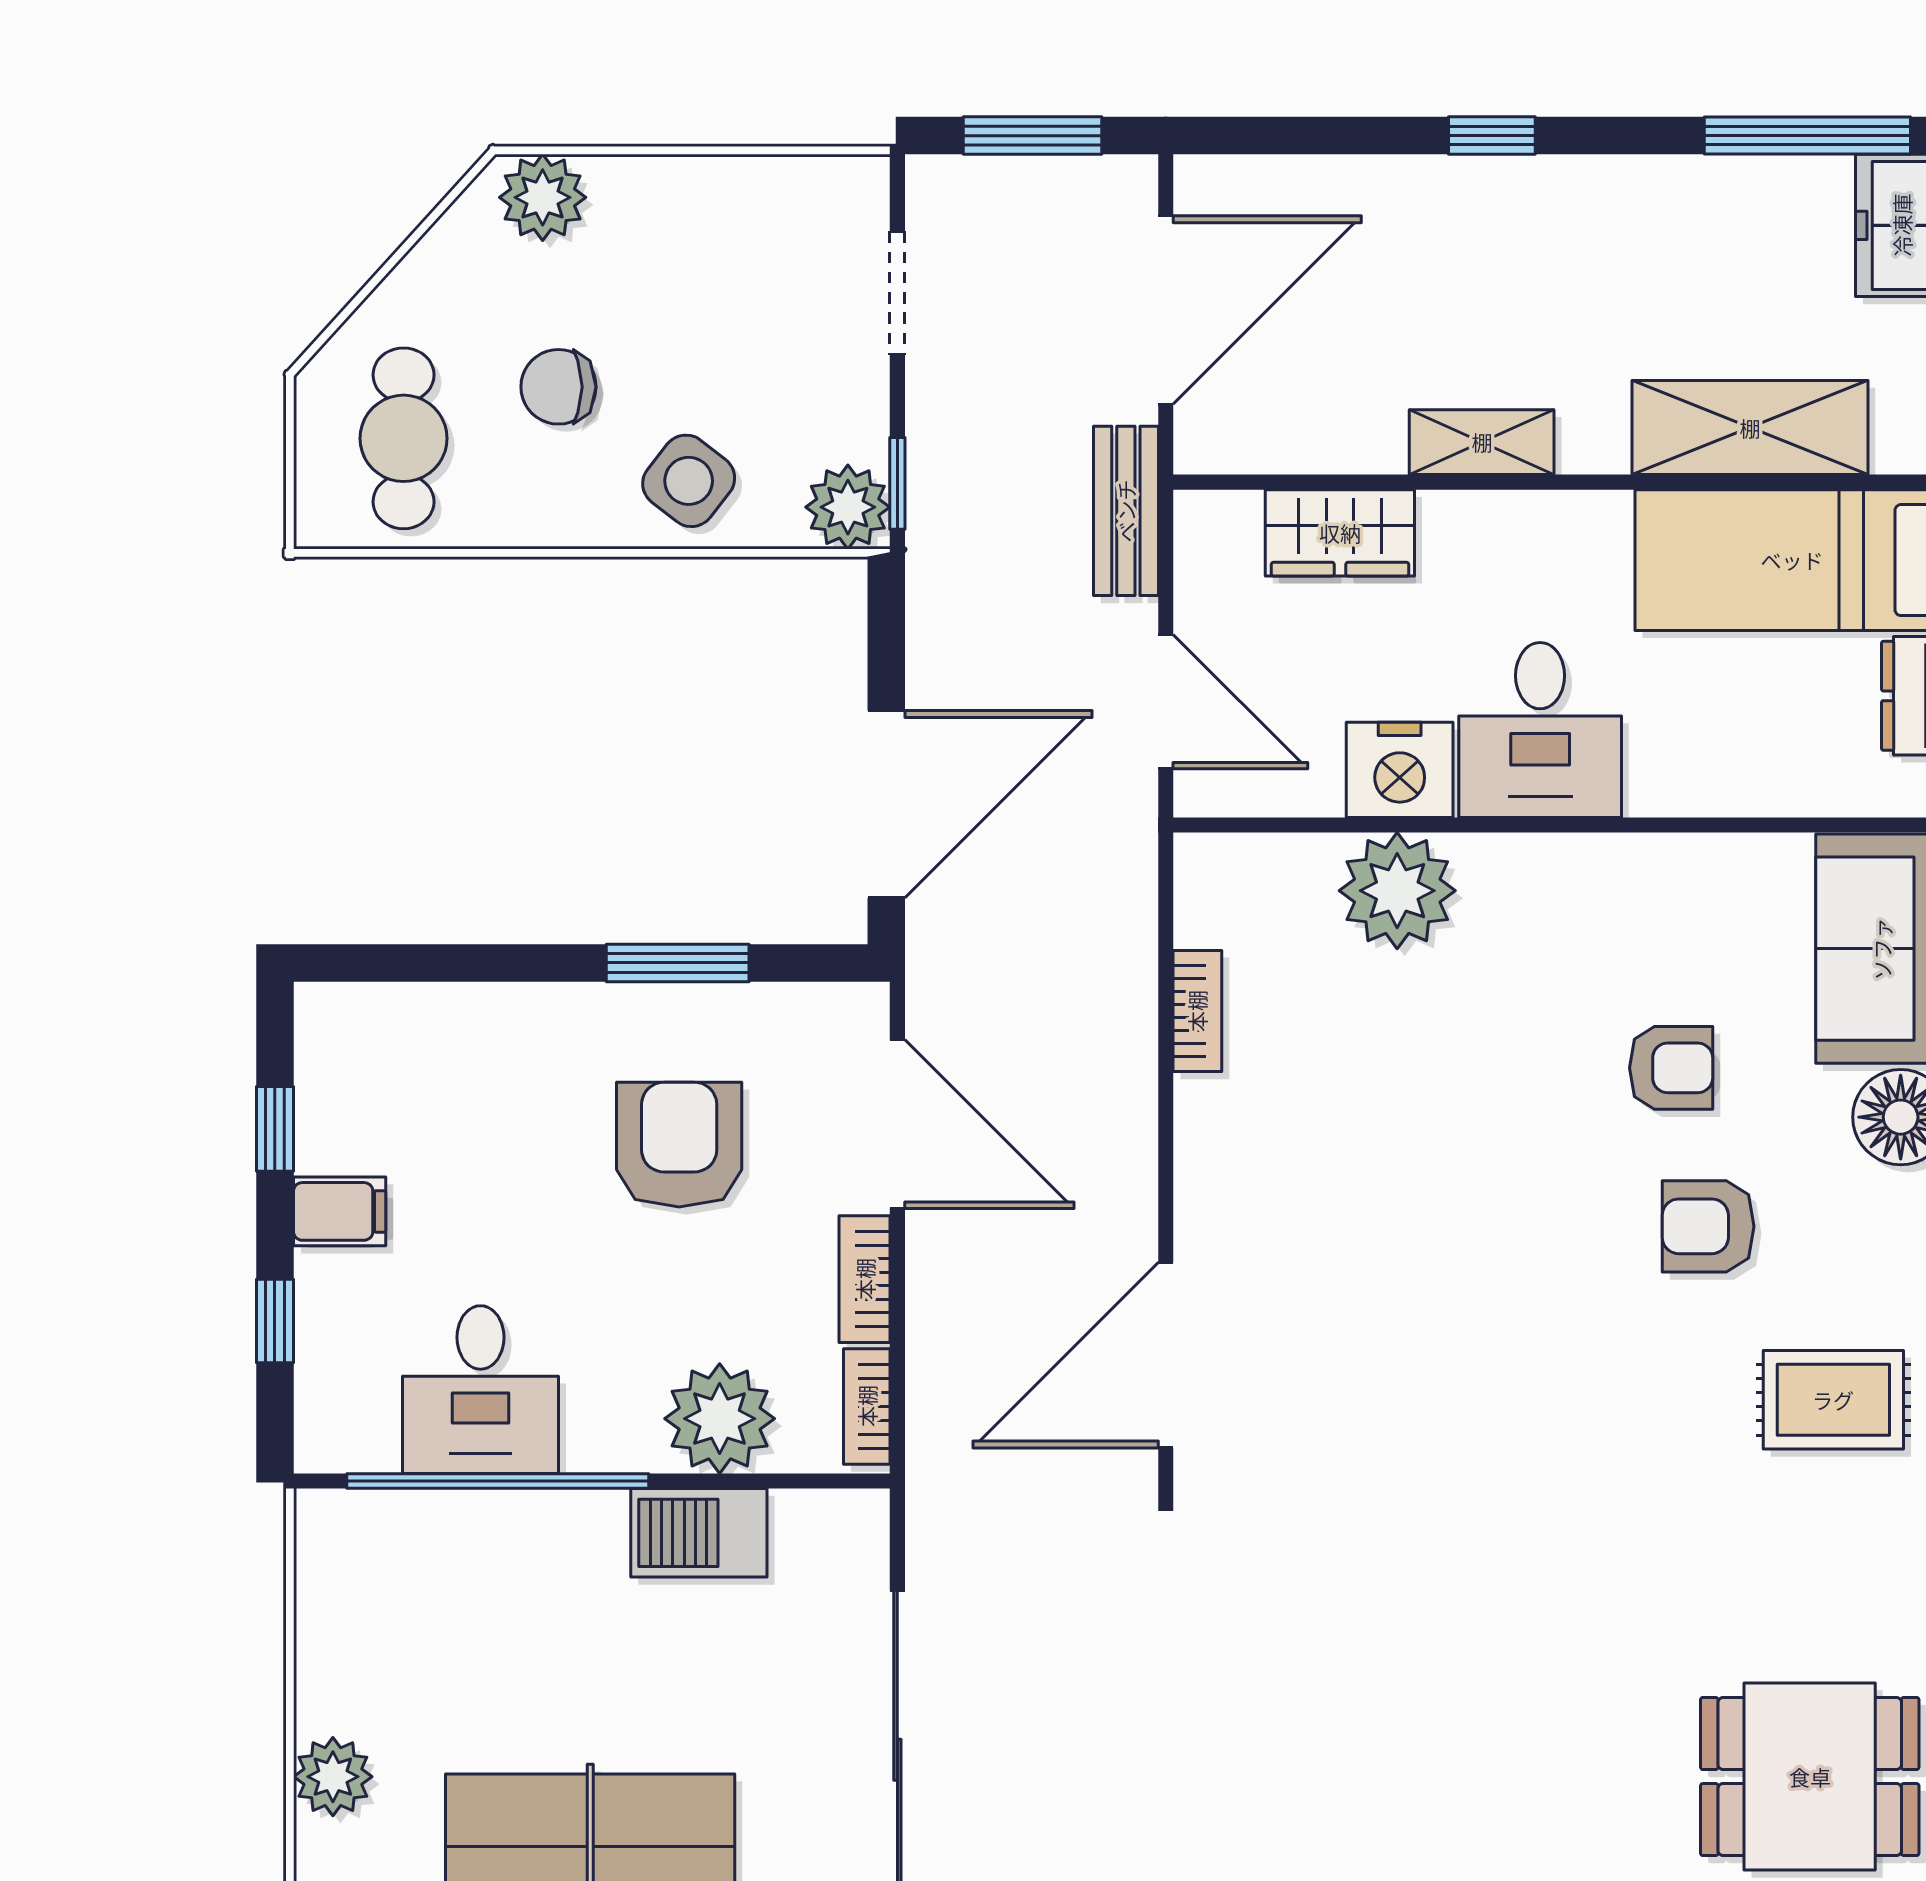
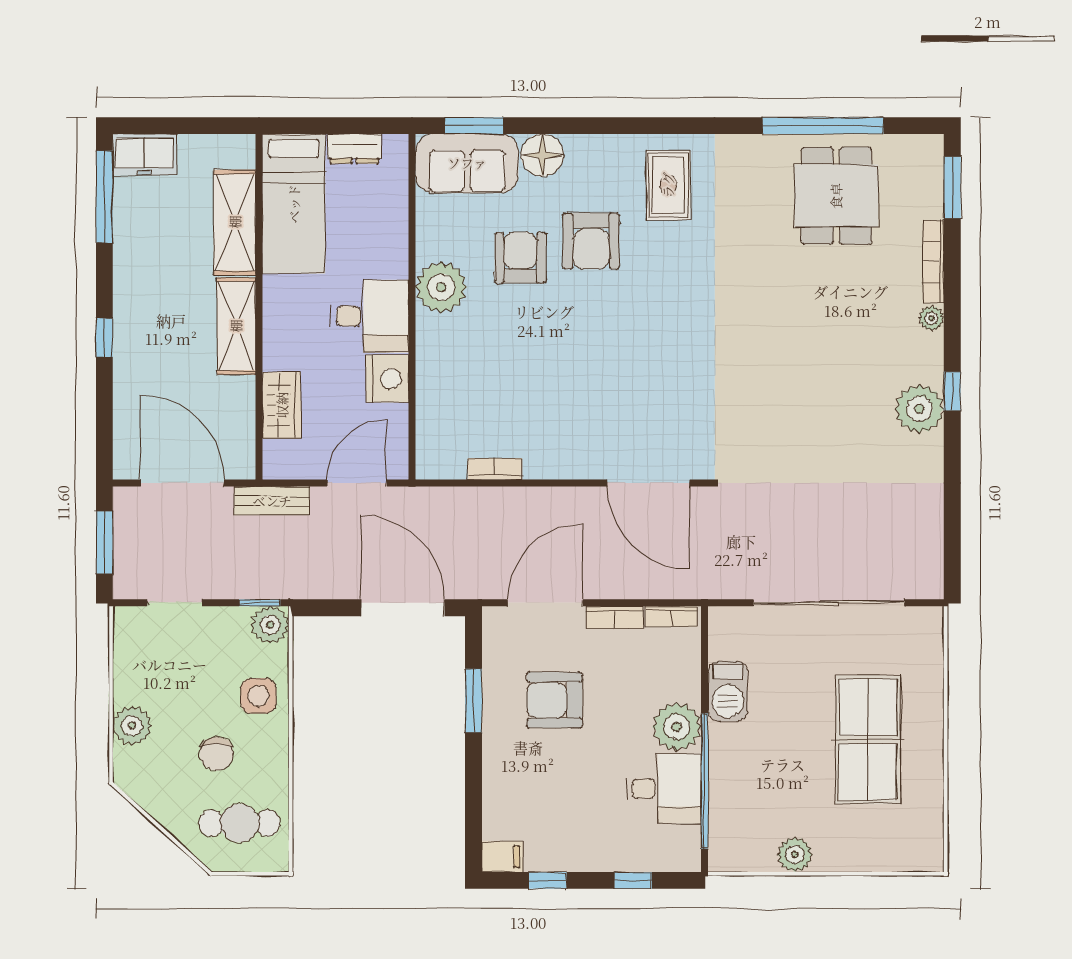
plant: (543, 197) -> (132, 726), moved
shelving: (1482, 442) -> (236, 326), width x1.50, depth x1.33
side table: (689, 481) -> (258, 696), turned -38
plant: (1397, 891) -> (441, 287), moved
armchair: (1671, 1068) -> (520, 258), width x1.38, depth x1.38
filing cabinet: (340, 1211) -> (502, 857), moved, turned 90
armchair: (1708, 1226) -> (591, 241), width x1.38, depth x1.38
plant: (720, 1419) -> (677, 727), moved
plant: (333, 1777) -> (795, 855), moved

